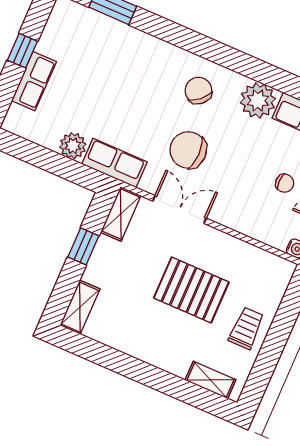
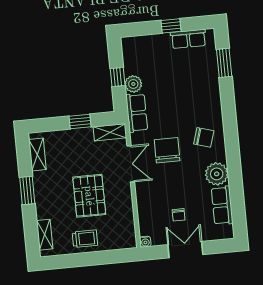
row of seats: (34, 81) -> (188, 39), moved
chair: (198, 91) -> (204, 137), turned 59
window: (51, 162) -> (118, 77), added
shelving: (80, 307) -> (37, 154), moved, turned 90
window: (137, 370) -> (27, 191), added

